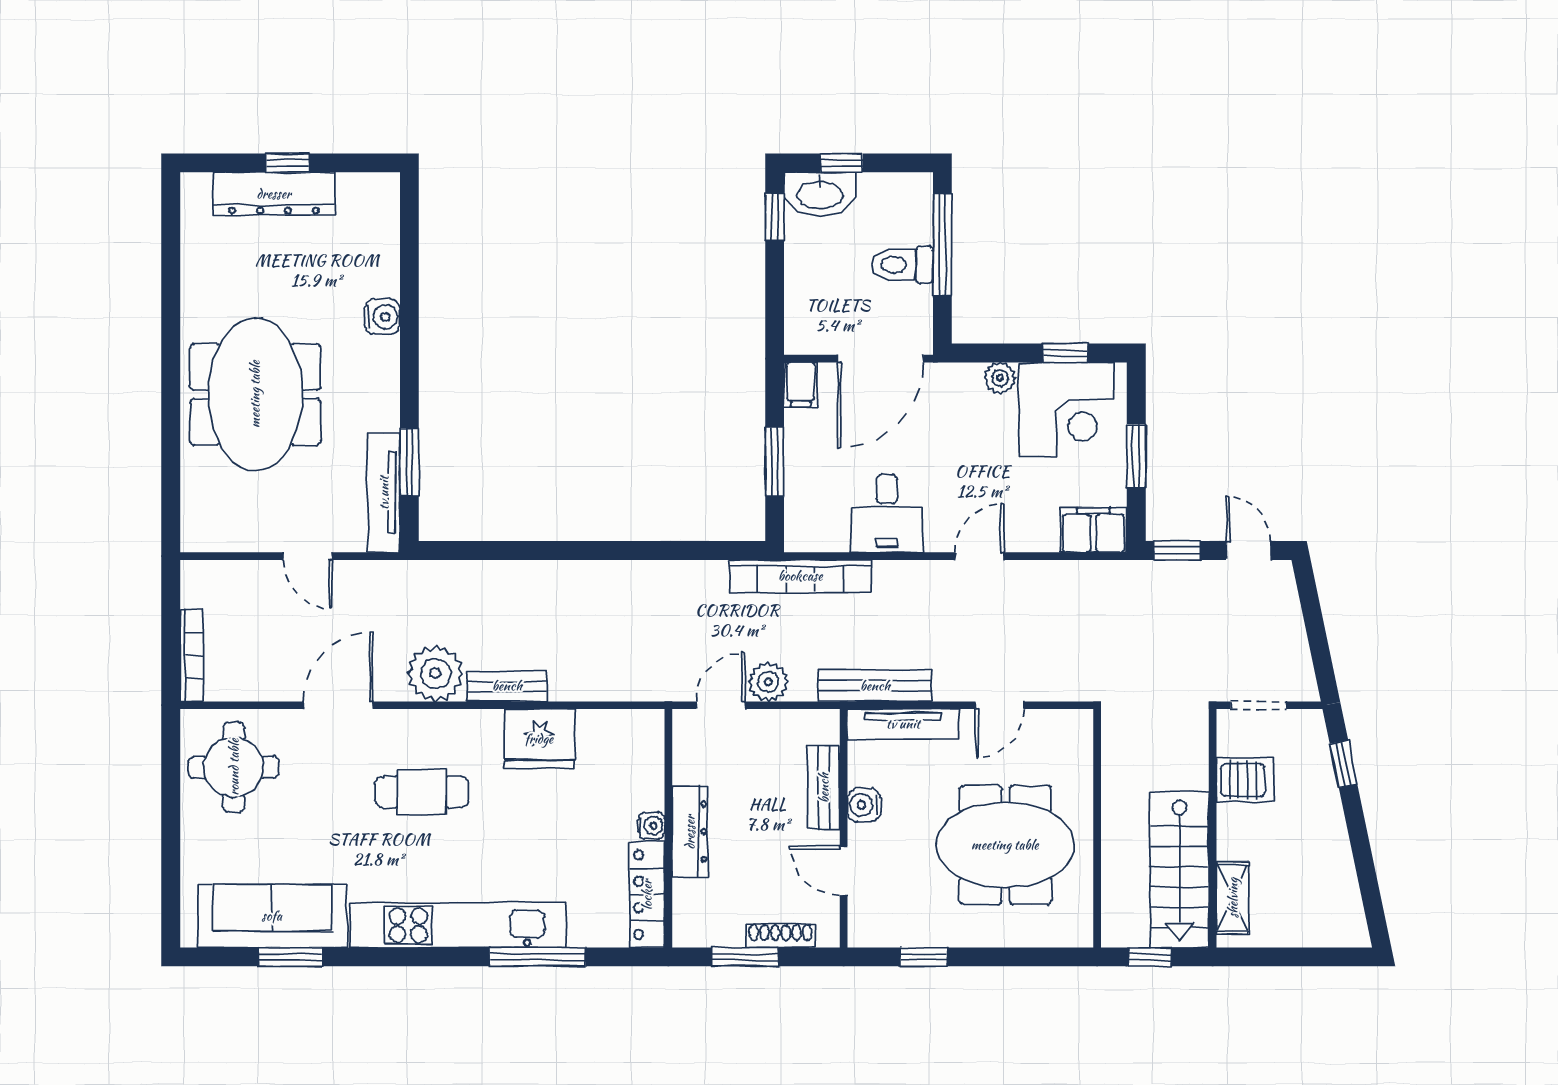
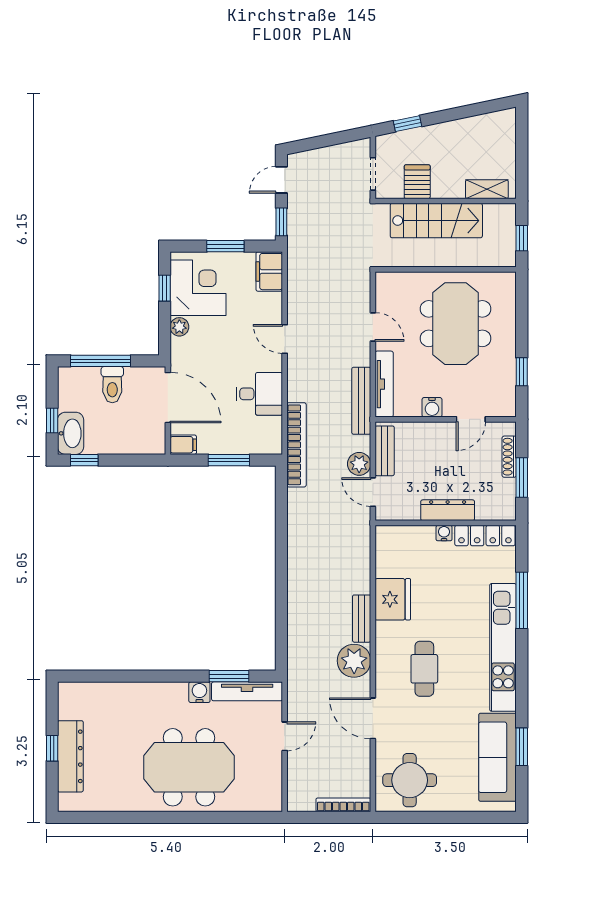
water cooler: (382, 317) -> (199, 692), moved
bench: (824, 788) -> (385, 451), moved, turned 90
stairs: (1180, 870) -> (436, 221), moved

